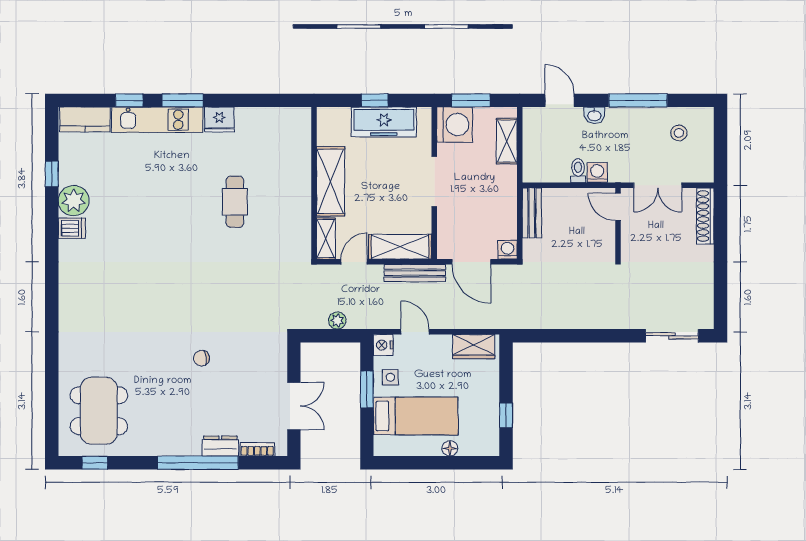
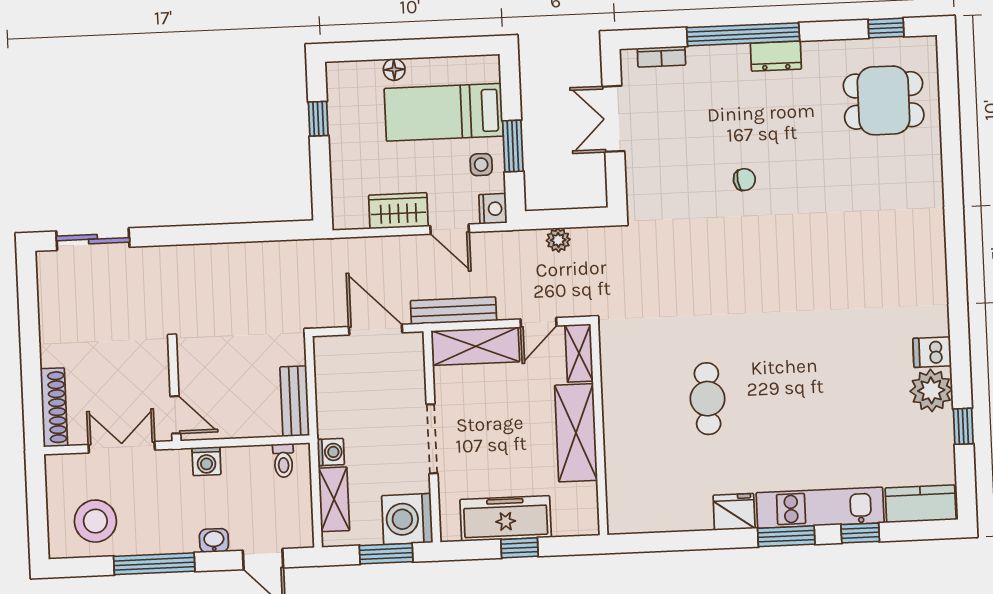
stool: (679, 133) -> (95, 521), width x1.89, depth x1.89
toilet: (578, 171) -> (283, 461), moved
washing machine: (508, 250) -> (331, 452), moved, turned -90
wardrobe: (474, 347) -> (398, 211), moved
dining table: (99, 411) -> (884, 100), width x0.73
dresser: (220, 446) -> (776, 56), moved

